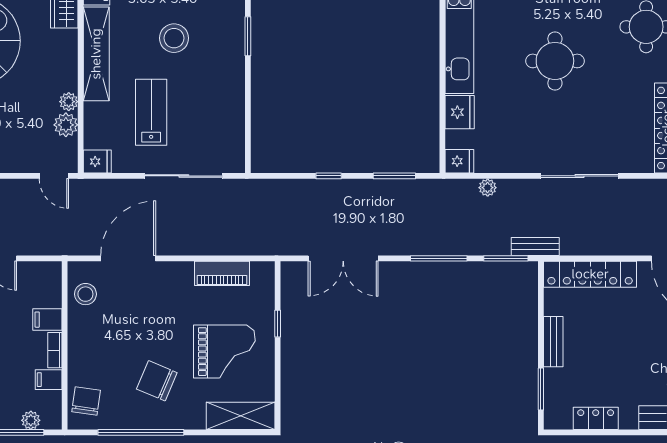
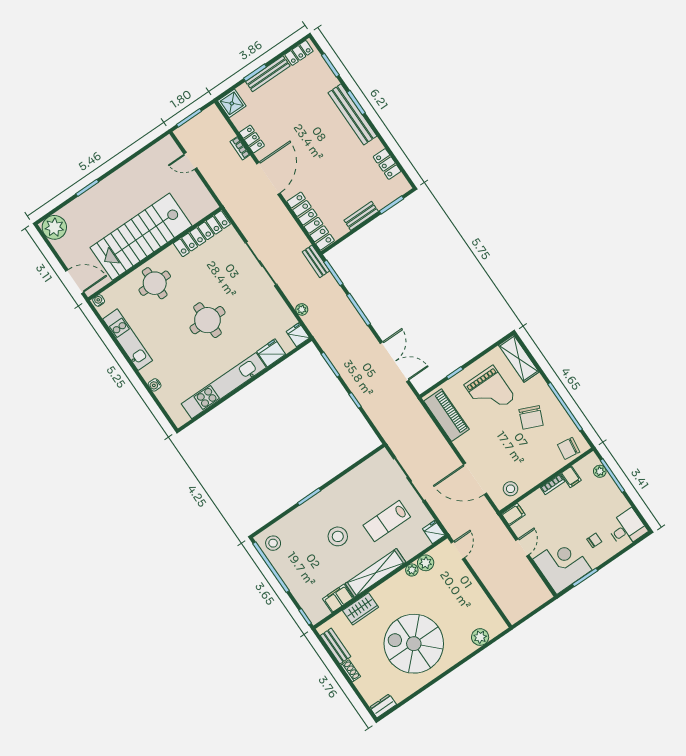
piano: (222, 273) -> (446, 415), width x1.37, depth x1.33
filing cabinet: (47, 320) -> (513, 514), moved, turned -90
grand piano: (224, 352) -> (490, 391), turned 180

